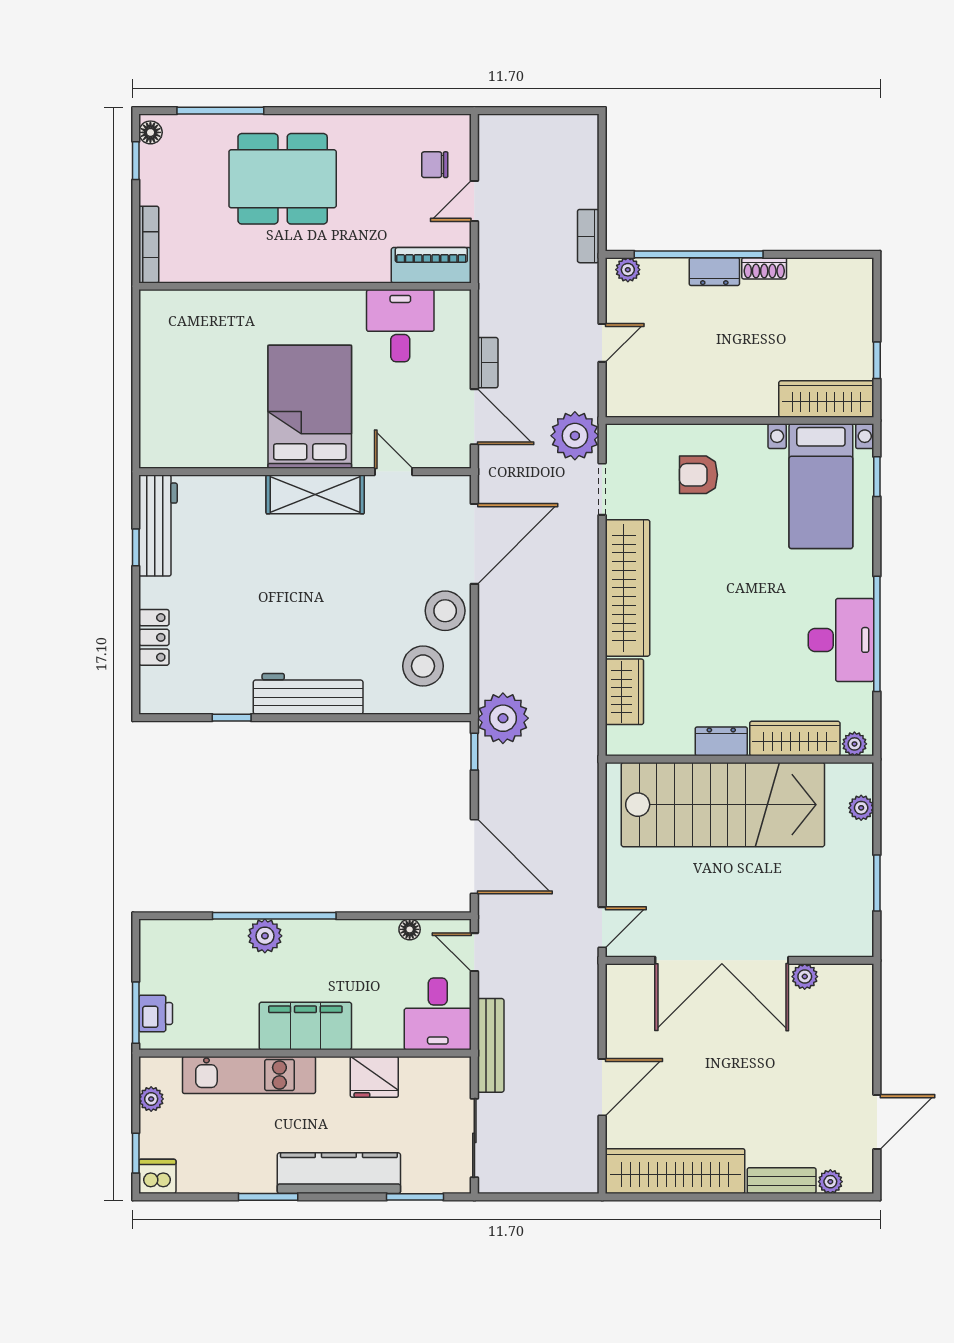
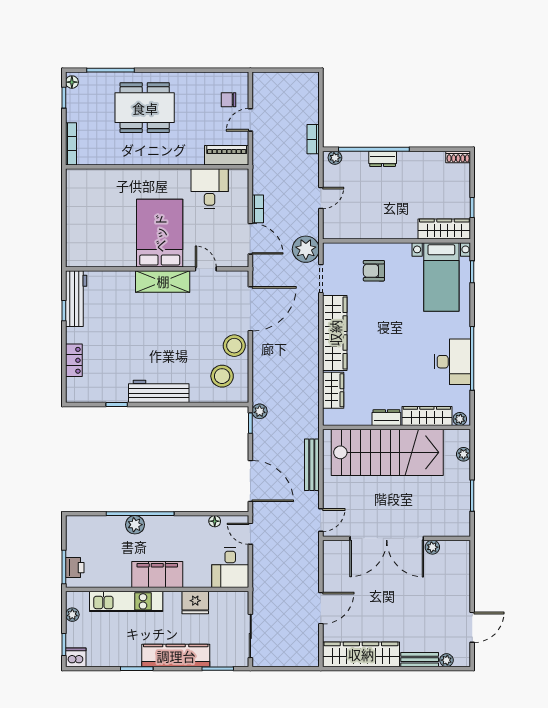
shoe rack: (764, 268) -> (458, 157), moved
plant: (503, 718) -> (260, 411), width x0.53, depth x0.53
bench: (491, 1045) -> (312, 465), moved

